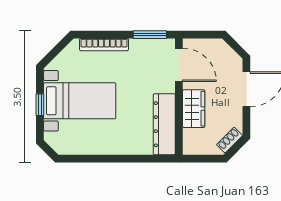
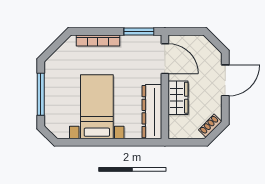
bed with nightstands: (80, 101) -> (97, 107), moved, turned -90
window: (40, 105) -> (41, 94), width x2.17

